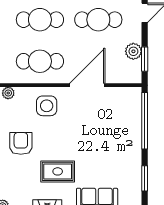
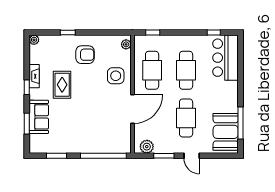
plant: (133, 51) -> (147, 147), moved
window: (145, 59) -> (164, 156), moved
door: (87, 85) -> (132, 109), hinge flipped

